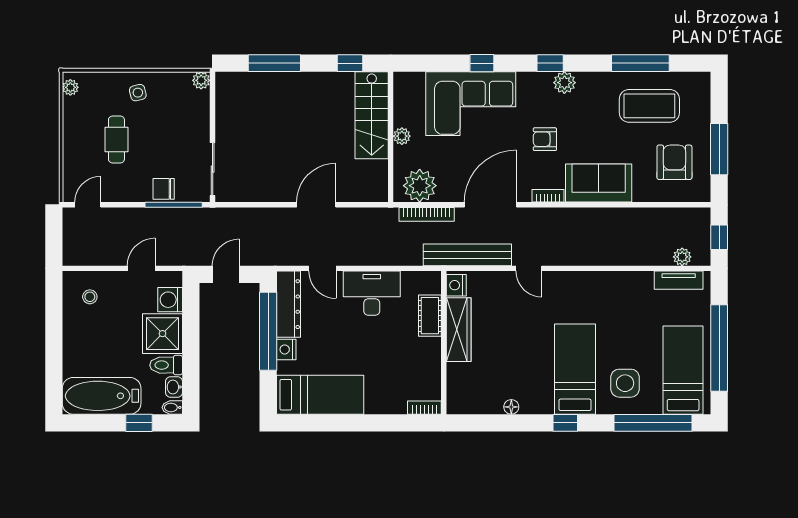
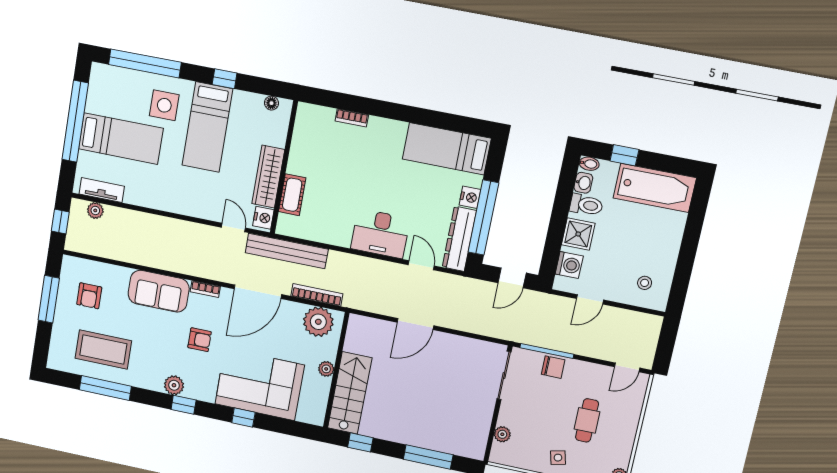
plant: (201, 80) -> (502, 434), moved
armchair: (674, 162) -> (89, 296), width x0.72, depth x0.72
nightstand: (456, 285) -> (263, 218), moved
cot: (430, 316) -> (292, 195), moved
wardrobe: (459, 330) -> (268, 177), moved
shower: (163, 334) -> (578, 234), width x0.73, depth x0.73
wall: (444, 343) -> (284, 167), moved
bed: (683, 370) -> (121, 139), moved, turned -90

